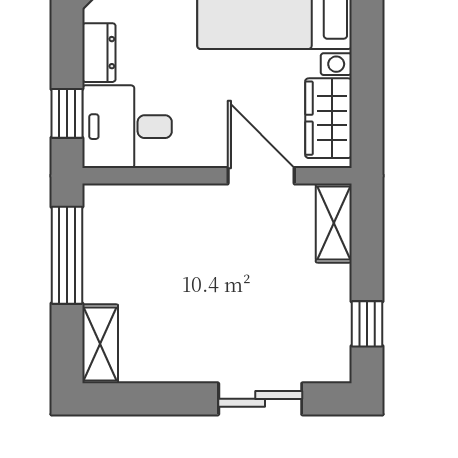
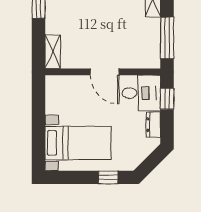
wardrobe: (328, 118) -> (55, 97), removed
door: (261, 176) -> (105, 72), moved

